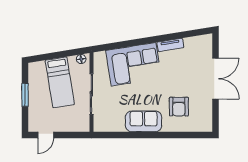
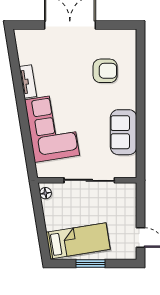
bed: (60, 82) -> (78, 241), moved
sofa: (144, 121) -> (124, 132), moved

